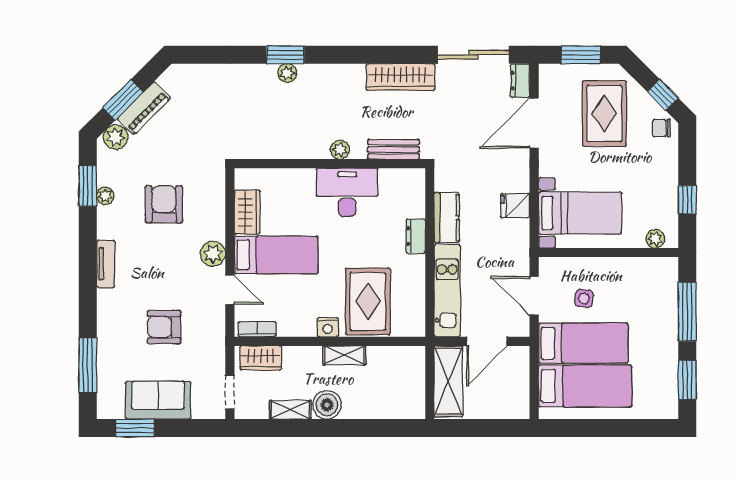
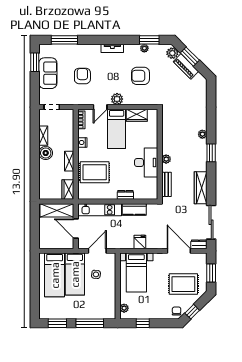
window: (285, 55) -> (211, 153), moved
armchair: (164, 204) -> (140, 76), turned 180
nightstand: (328, 327) -> (82, 143), moved
wardrobe: (261, 358) -> (68, 190), moved

